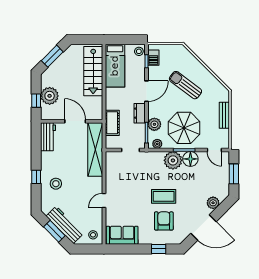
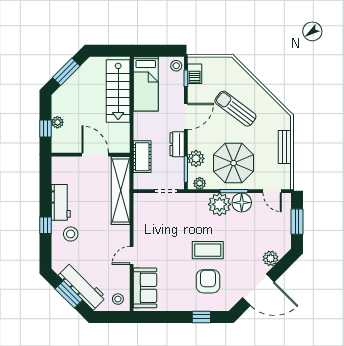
plant: (50, 96) -> (57, 122), width x0.53, depth x0.53
workbench: (48, 137) -> (61, 202), moved
sofa: (122, 235) -> (145, 288), moved, turned 90

